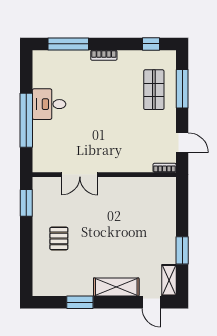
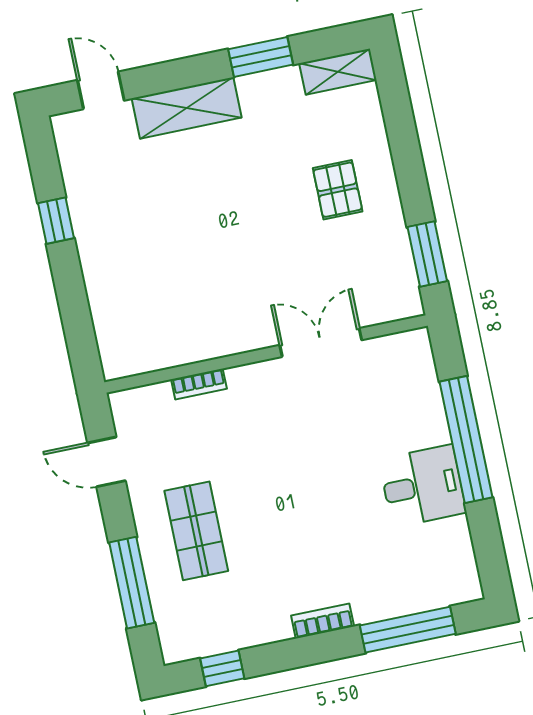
shop shelf: (154, 90) -> (196, 531), moved
bookcase: (165, 168) -> (199, 384), moved
window: (182, 250) -> (56, 221), width x0.67
shelving: (169, 280) -> (338, 72), moved, turned 90

